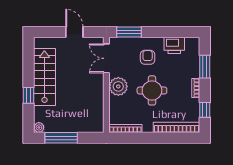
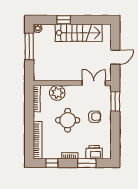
printer: (174, 45) -> (94, 152), moved, turned 90
plant: (118, 86) -> (57, 93), moved

